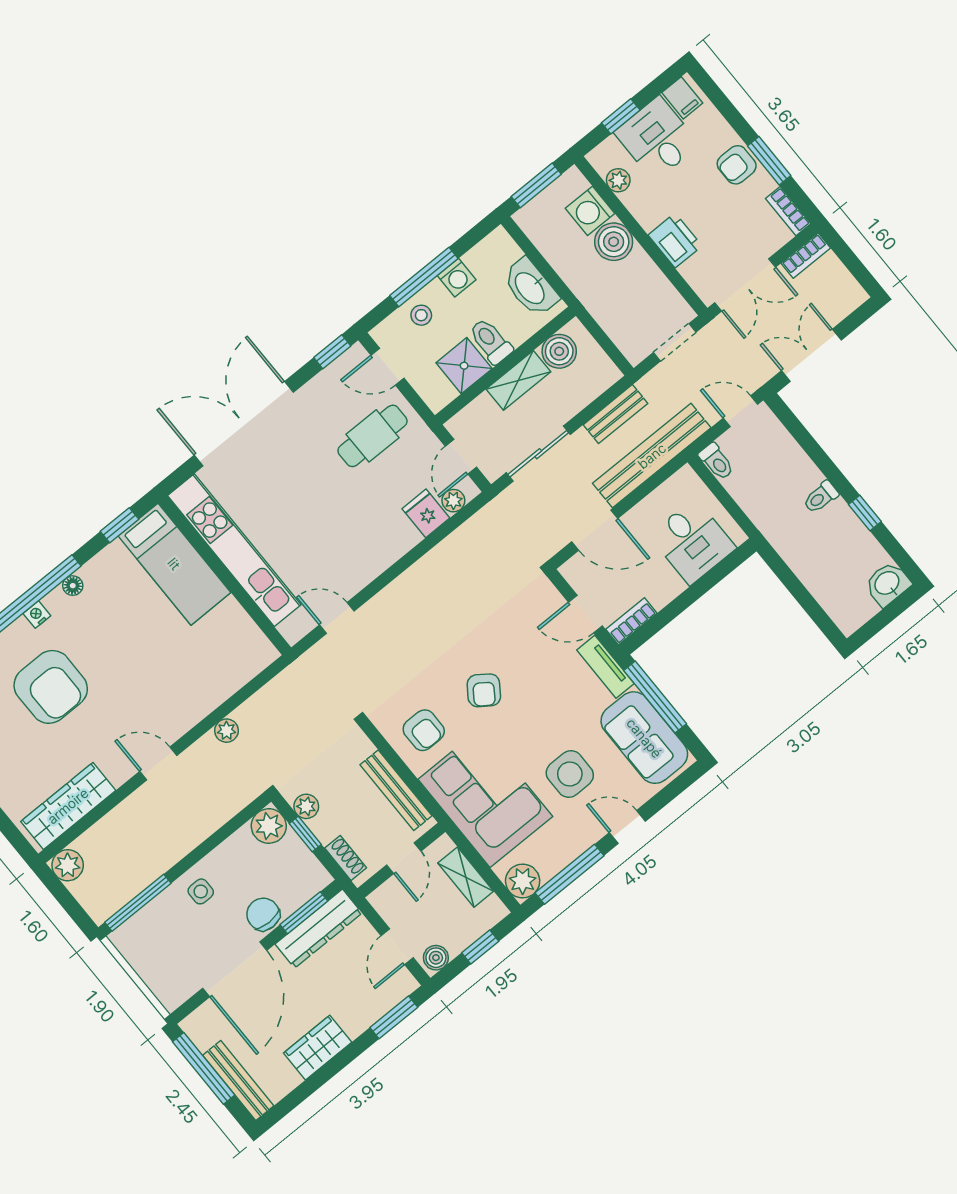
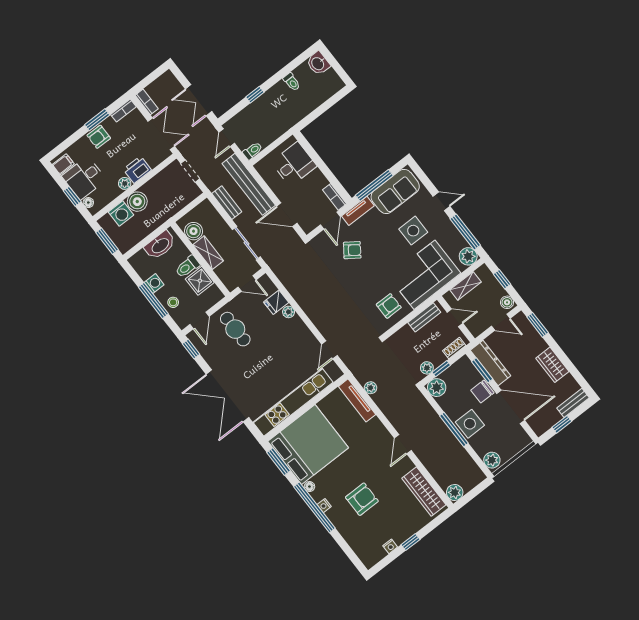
floor lamp: (610, 148) -> (88, 203), added
armchair: (737, 165) -> (99, 137), turned 90
plant: (618, 180) -> (125, 183), moved
toilet: (821, 497) -> (292, 82), moved
plant: (453, 501) -> (289, 312), moved
window: (865, 513) -> (255, 95), moved
window: (119, 525) -> (279, 462), width x1.50
door: (595, 530) -> (287, 215), swing flipped
bed: (174, 564) -> (308, 445), width x2.04
tv unit: (240, 673) -> (357, 400), added
armchair: (51, 687) -> (362, 499), width x0.73, depth x0.73
armchair: (484, 690) -> (352, 250), moved
plant: (227, 731) -> (371, 388), moved
bench: (396, 790) -> (424, 317), width x0.73
door: (627, 827) -> (441, 201), swing flipped
side table: (201, 891) -> (470, 424), width x1.87, depth x1.87
window: (138, 903) -> (454, 429), moved
plant: (132, 935) -> (492, 460), added
window: (204, 1068) -> (562, 424), width x0.46
bench: (238, 1081) -> (573, 403), width x0.73

